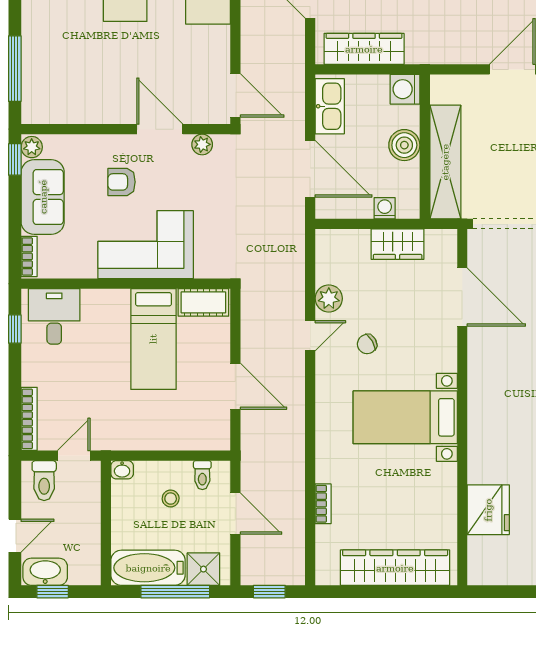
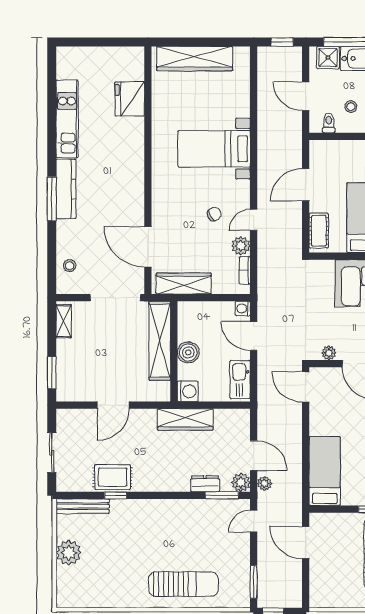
wardrobe: (364, 49) -> (185, 419), moved
door: (310, 169) -> (254, 336), width x0.73
washing machine: (385, 208) -> (243, 308), moved, turned 90
wardrobe: (398, 244) -> (184, 284), width x1.50
cot: (203, 302) -> (319, 231), moved, turned 90
door: (235, 386) -> (306, 185), hinge flipped
bed with nightstands: (405, 417) -> (214, 149), moved, turned 180
bookcase: (323, 504) -> (245, 270), moved

